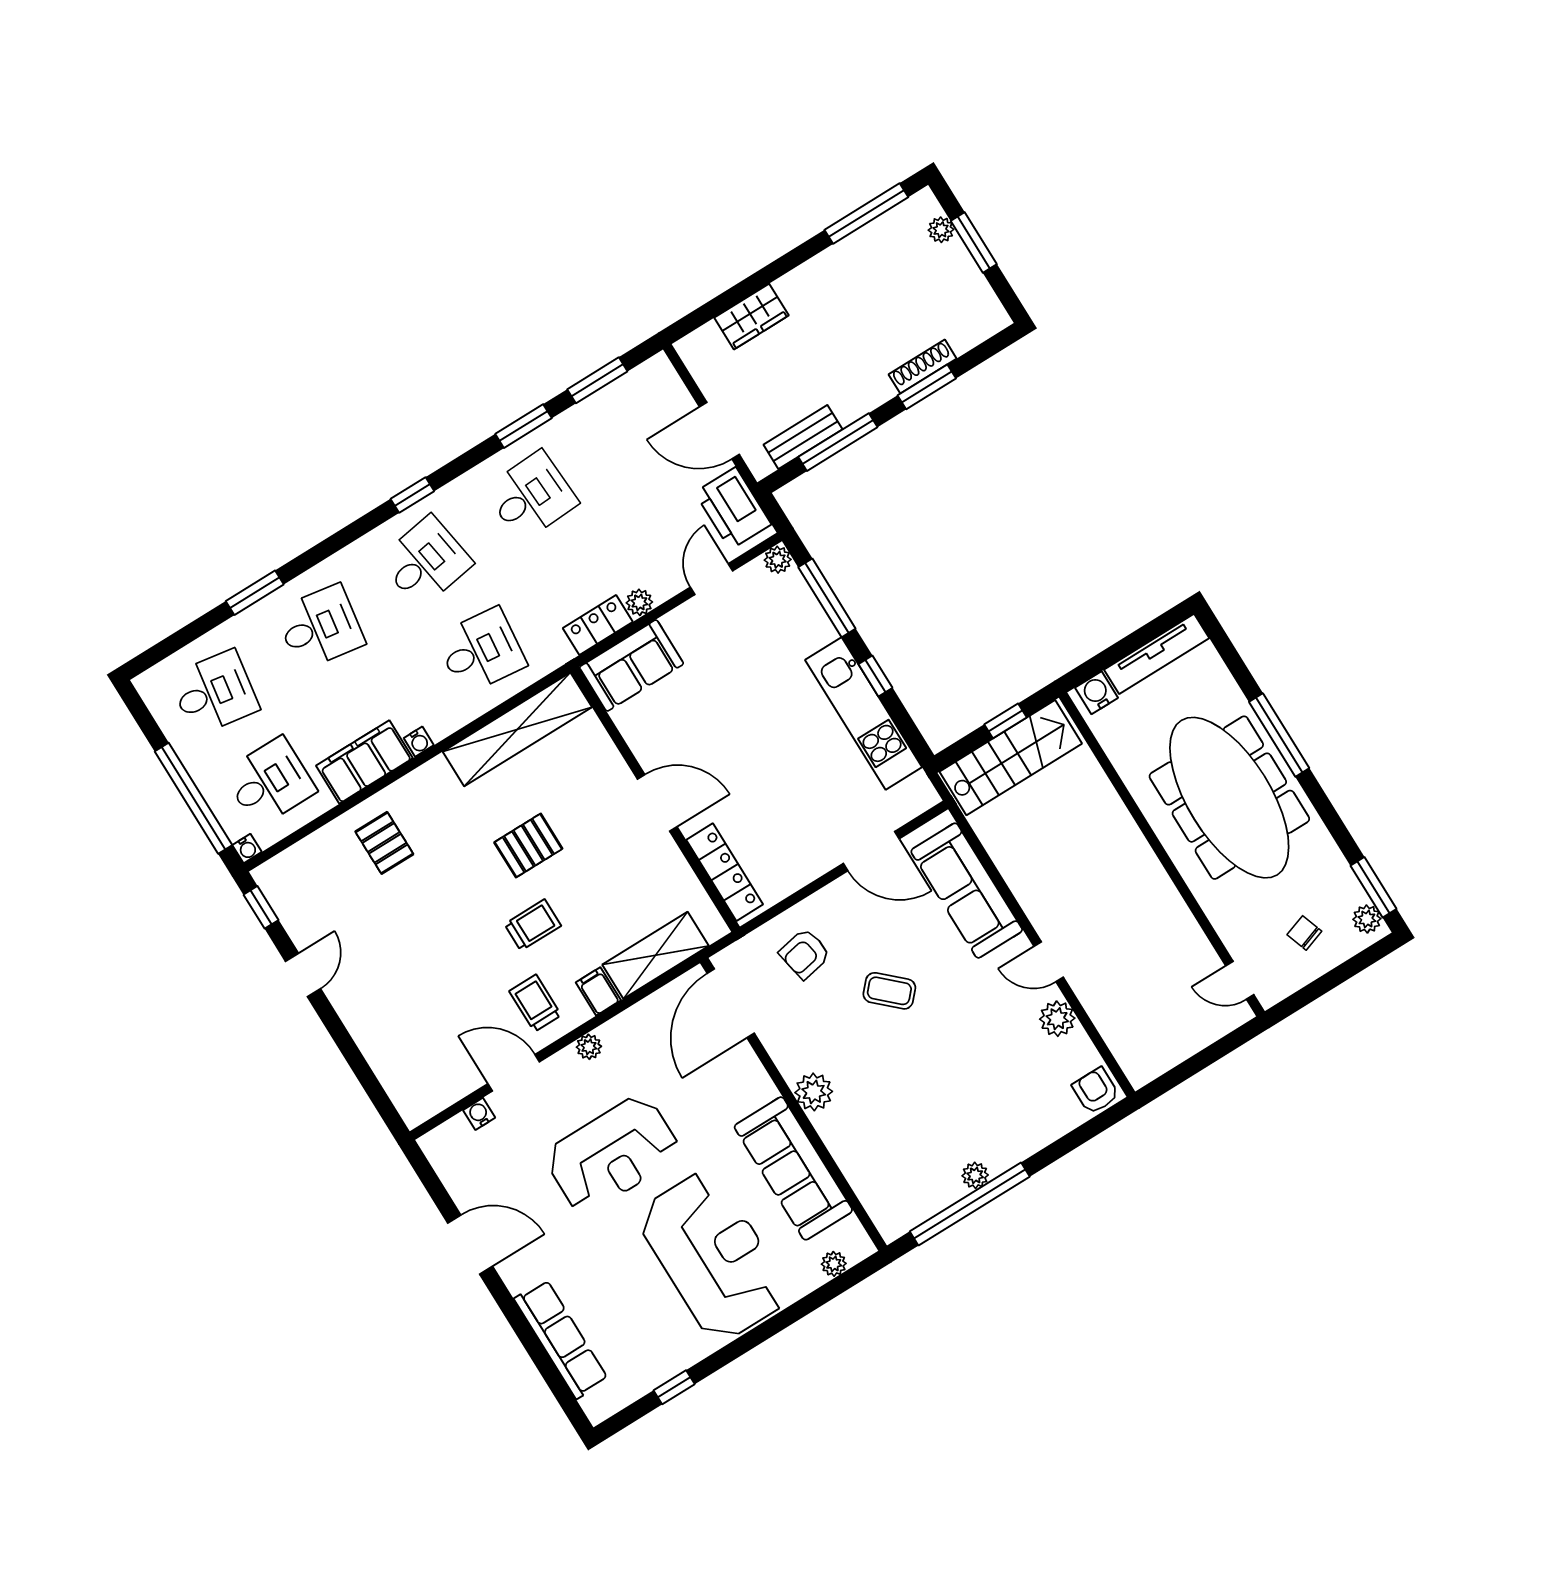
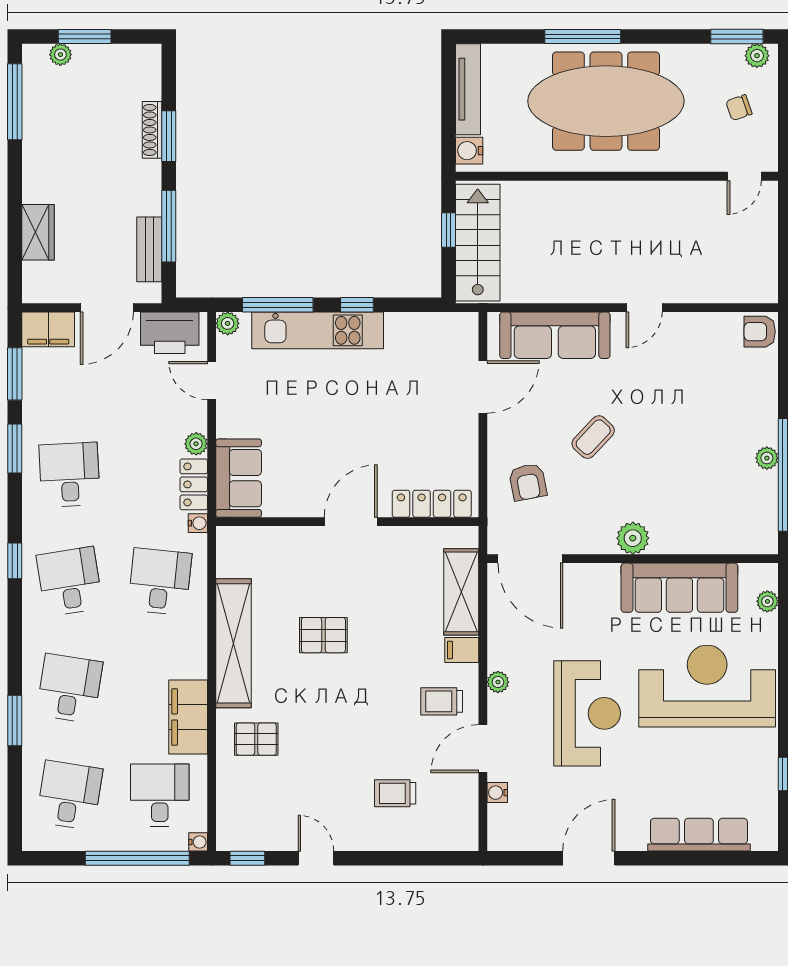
filing cabinet: (662, 386) -> (48, 329), added
kitchen unit: (864, 714) -> (318, 330), moved
shelving: (517, 729) -> (234, 643), moved
water cooler: (419, 742) -> (198, 523), moved
pallet: (528, 846) -> (323, 635), turned 90
trolley: (533, 925) -> (395, 793), moved, turned -90
plant: (1057, 1019) -> (690, 327), removed

